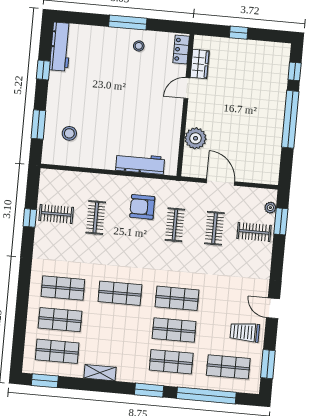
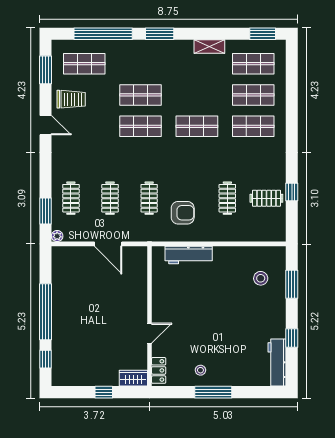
wardrobe: (200, 64) -> (133, 378), moved, turned 90
plant: (196, 138) -> (137, 285), removed
plant: (270, 208) -> (57, 236), moved
clothes rail: (254, 232) -> (71, 198), turned 90
shop shelf: (171, 362) -> (141, 64), removed

